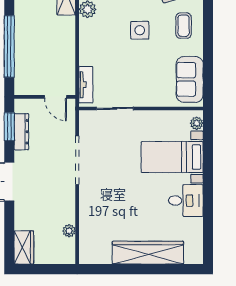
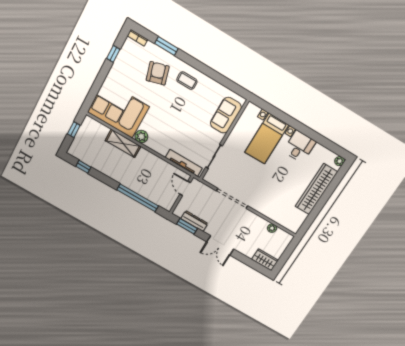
side table: (140, 30) -> (174, 111), removed
sofa: (190, 79) -> (226, 115), moved, turned 90
tv unit: (86, 85) -> (184, 163), width x1.41
door: (56, 97) -> (185, 188), swing flipped
plant: (197, 123) -> (340, 161), moved

